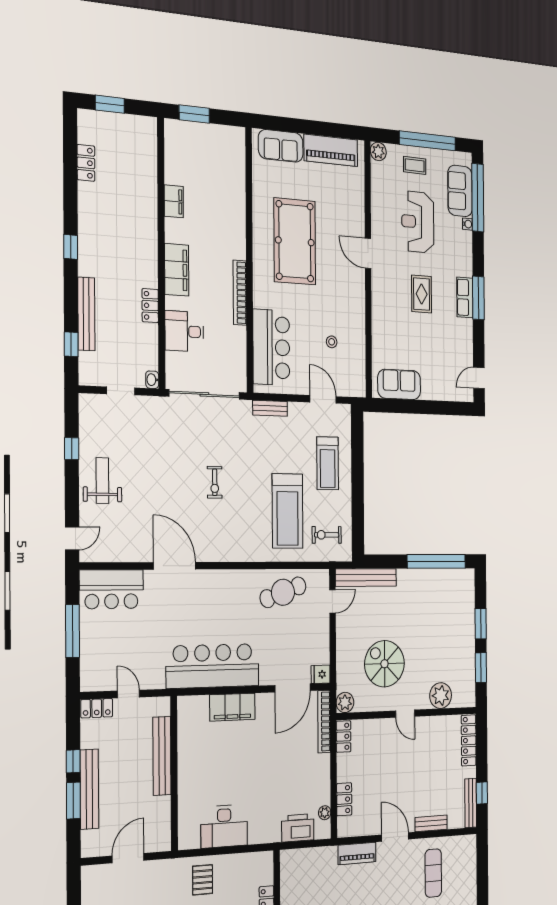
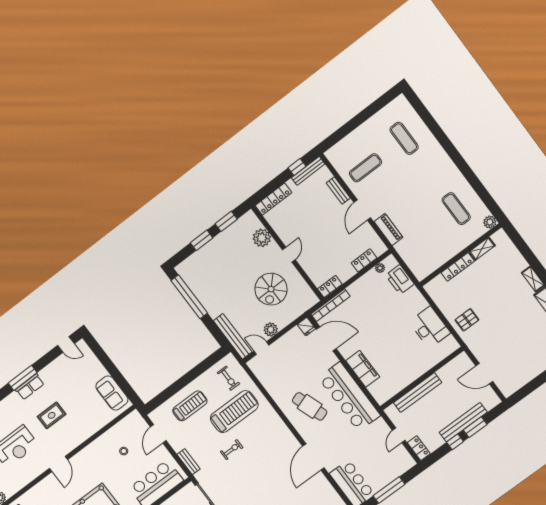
exercise bike: (215, 482) -> (232, 450), moved
cafe table: (283, 592) -> (310, 406), moved
plant: (345, 702) -> (271, 330), moved

